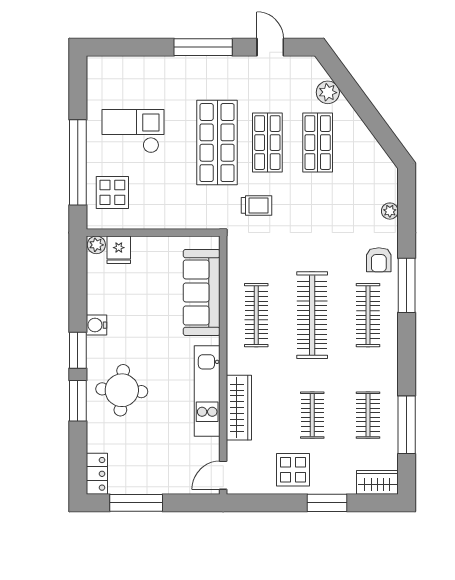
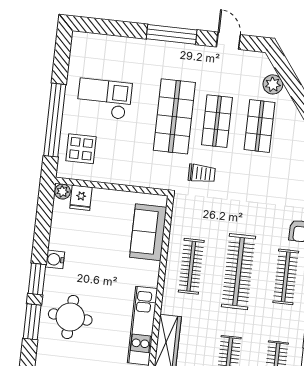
sofa: (202, 292) -> (148, 232), width x0.73

